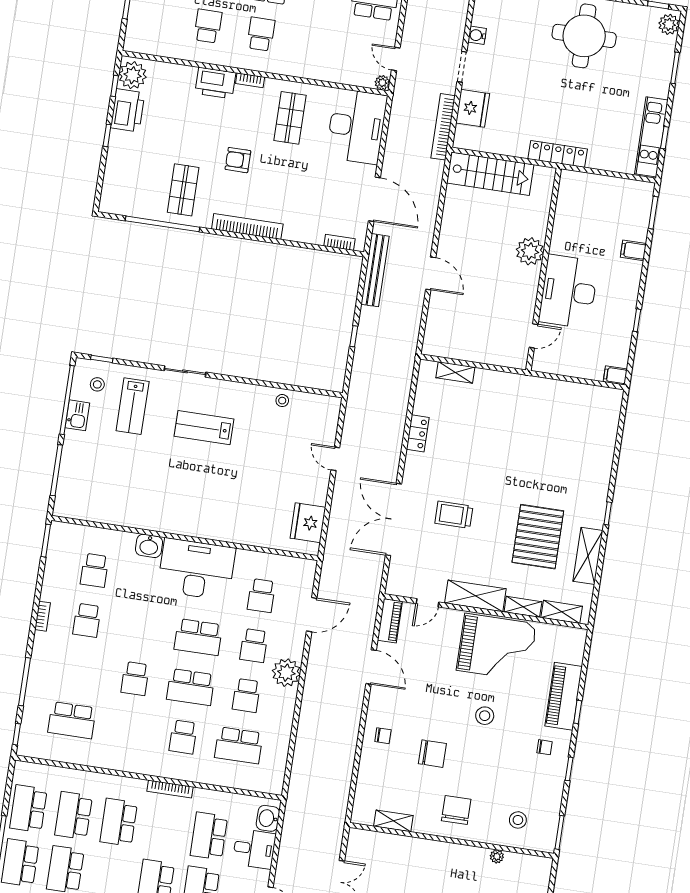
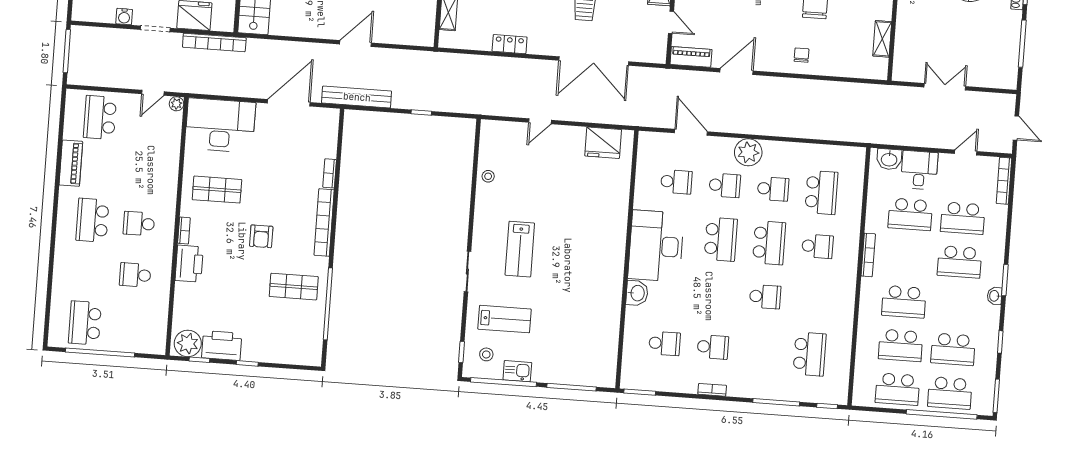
bookcase: (339, 242) -> (330, 173), moved

